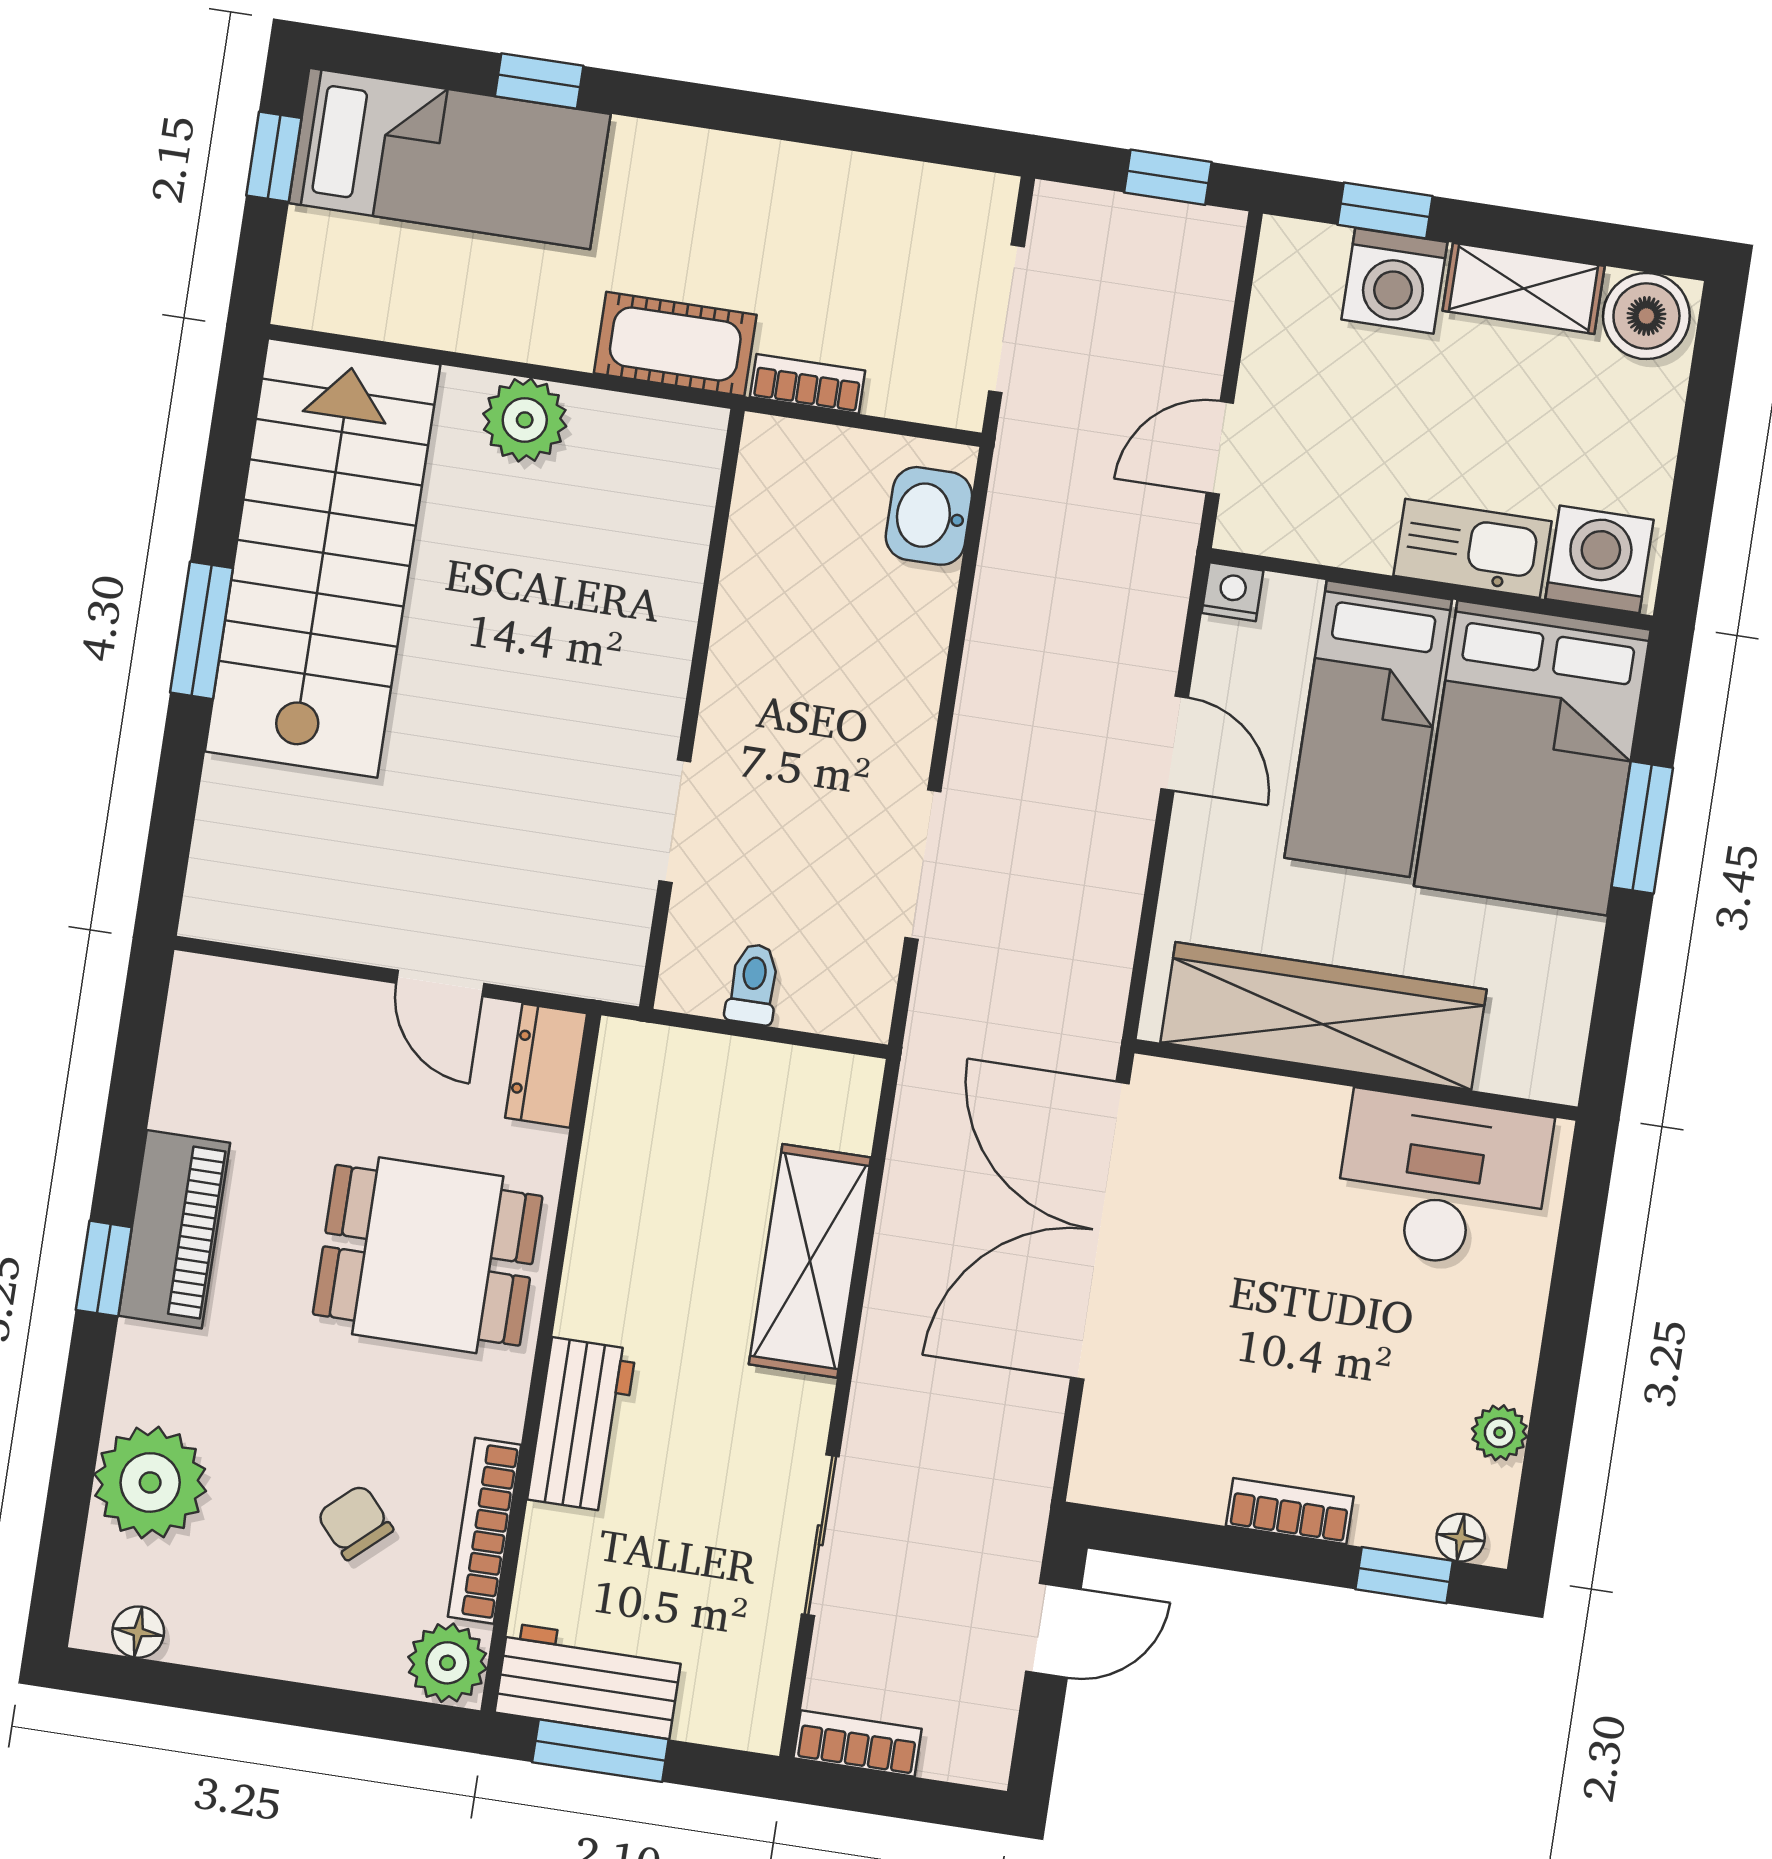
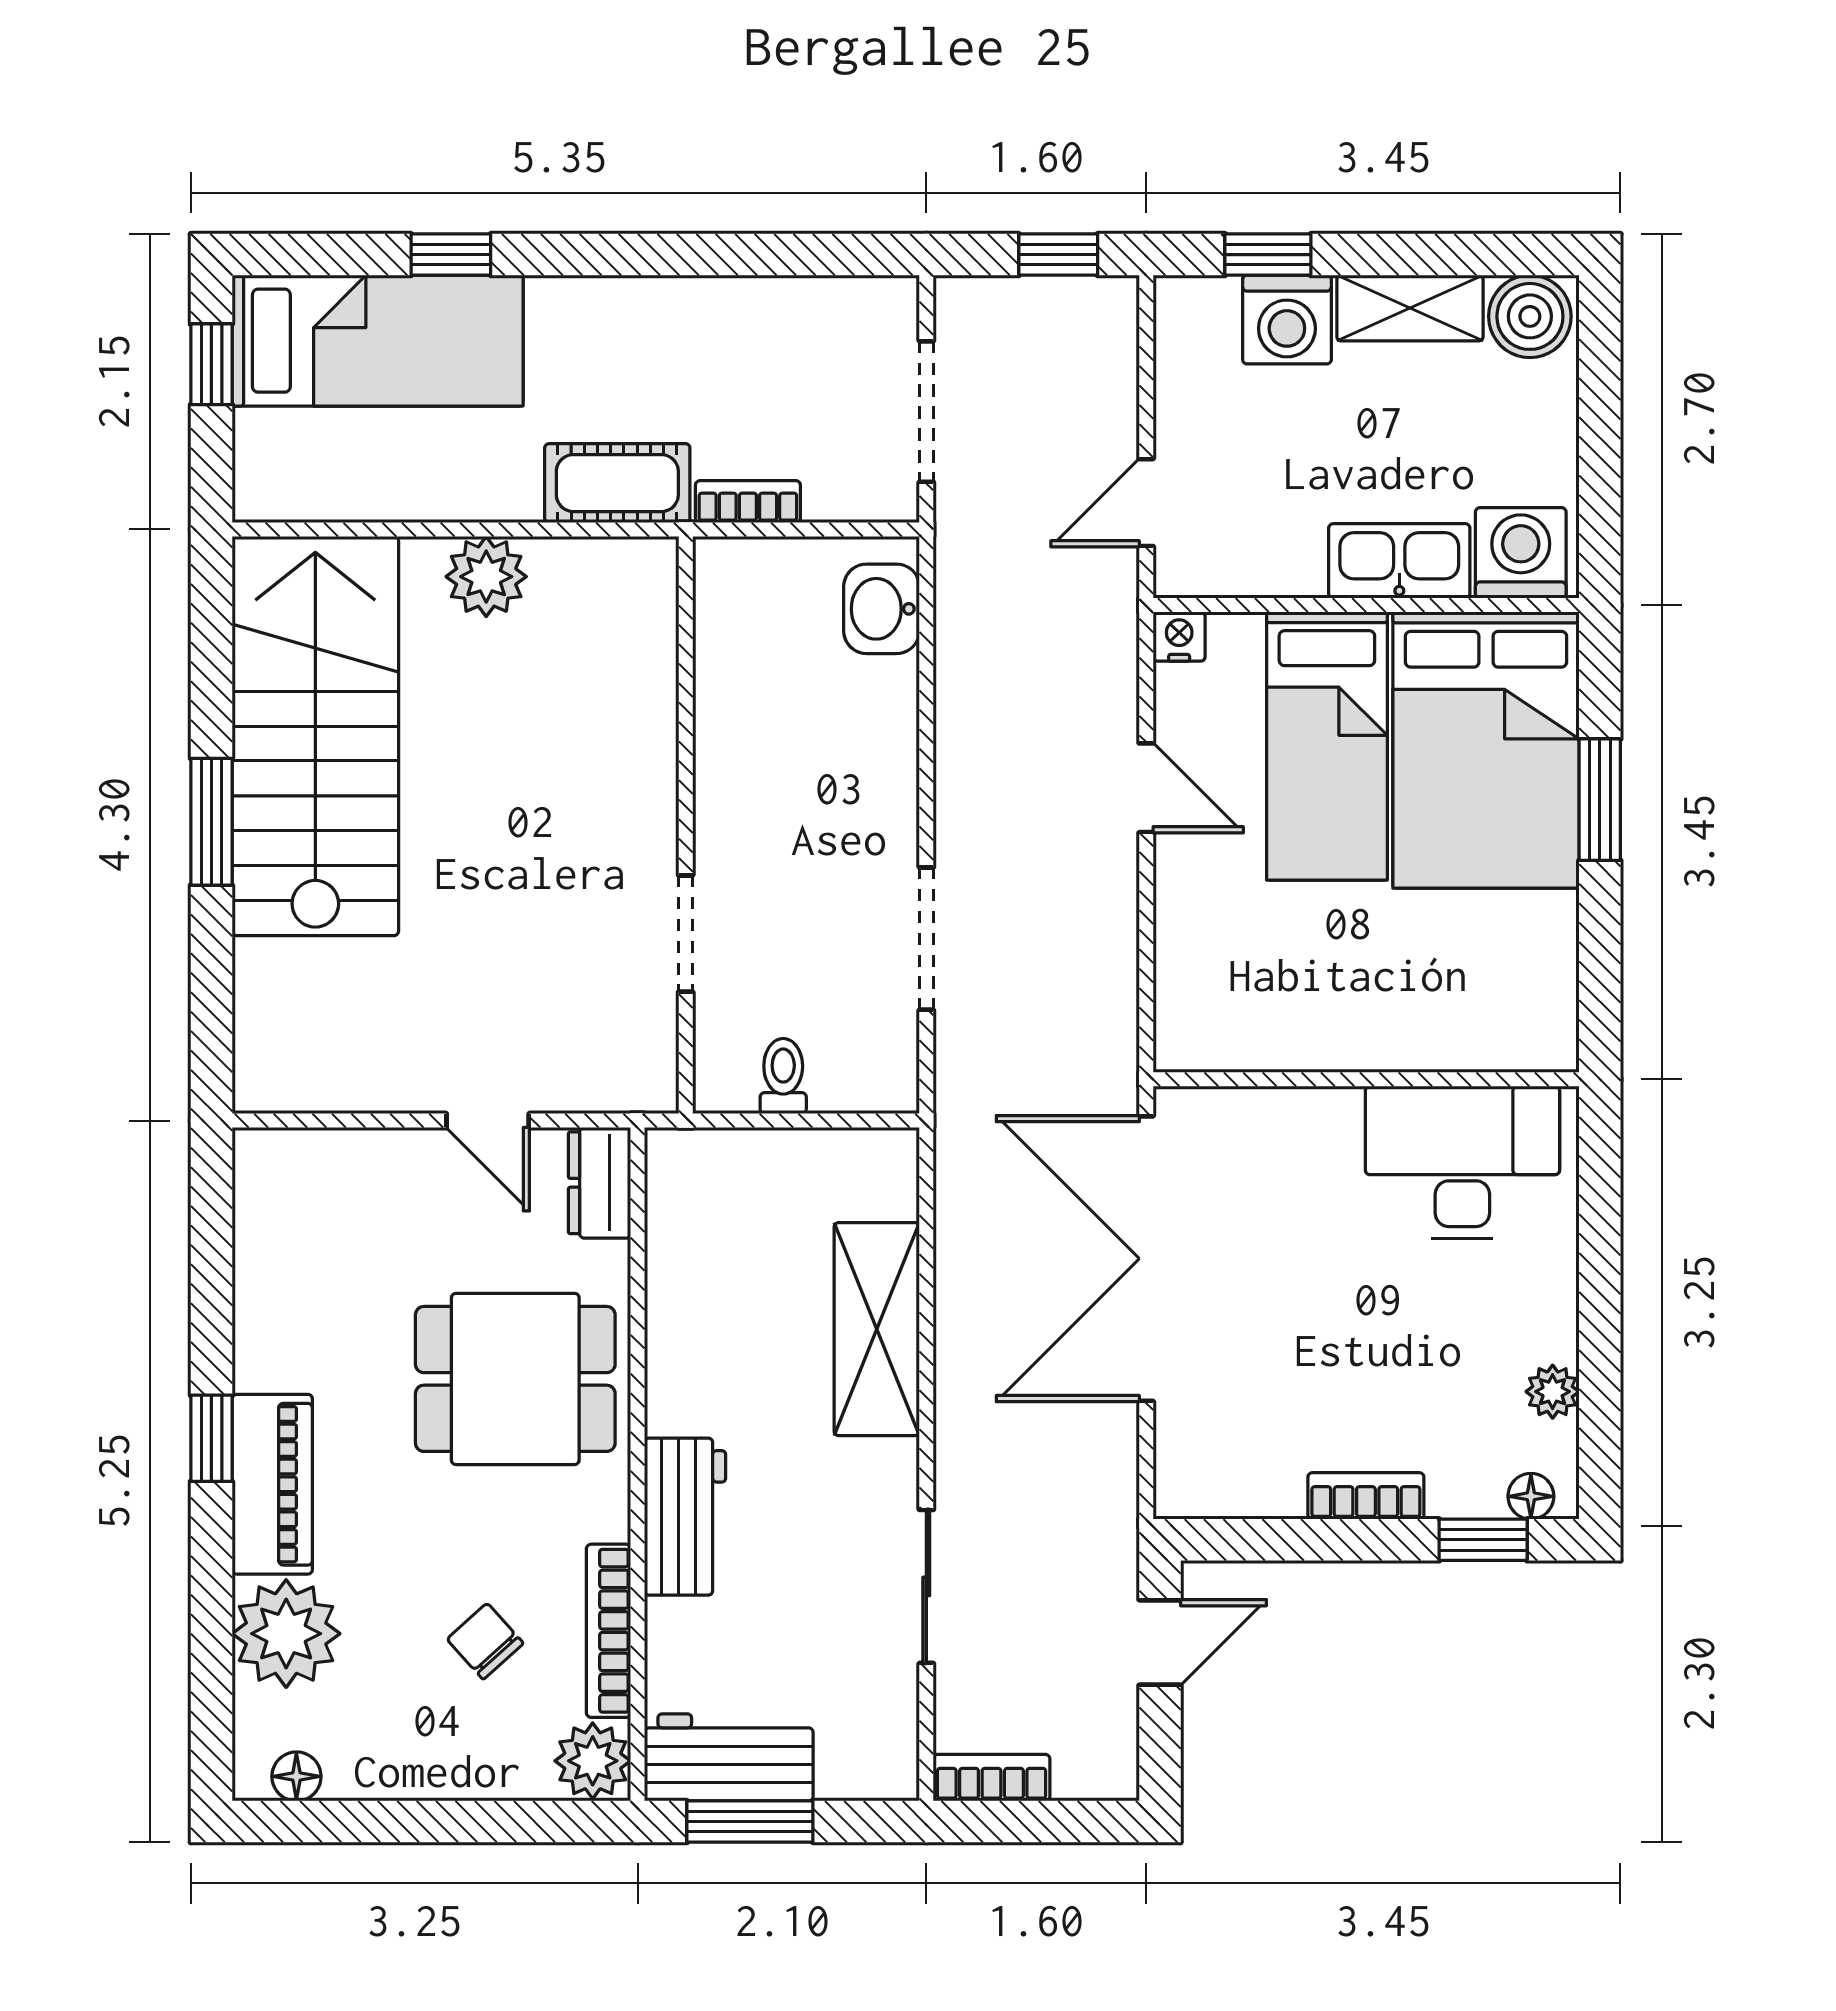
wardrobe: (1323, 1016) -> (1326, 1024), removed
piano: (174, 1229) -> (272, 1484), moved

